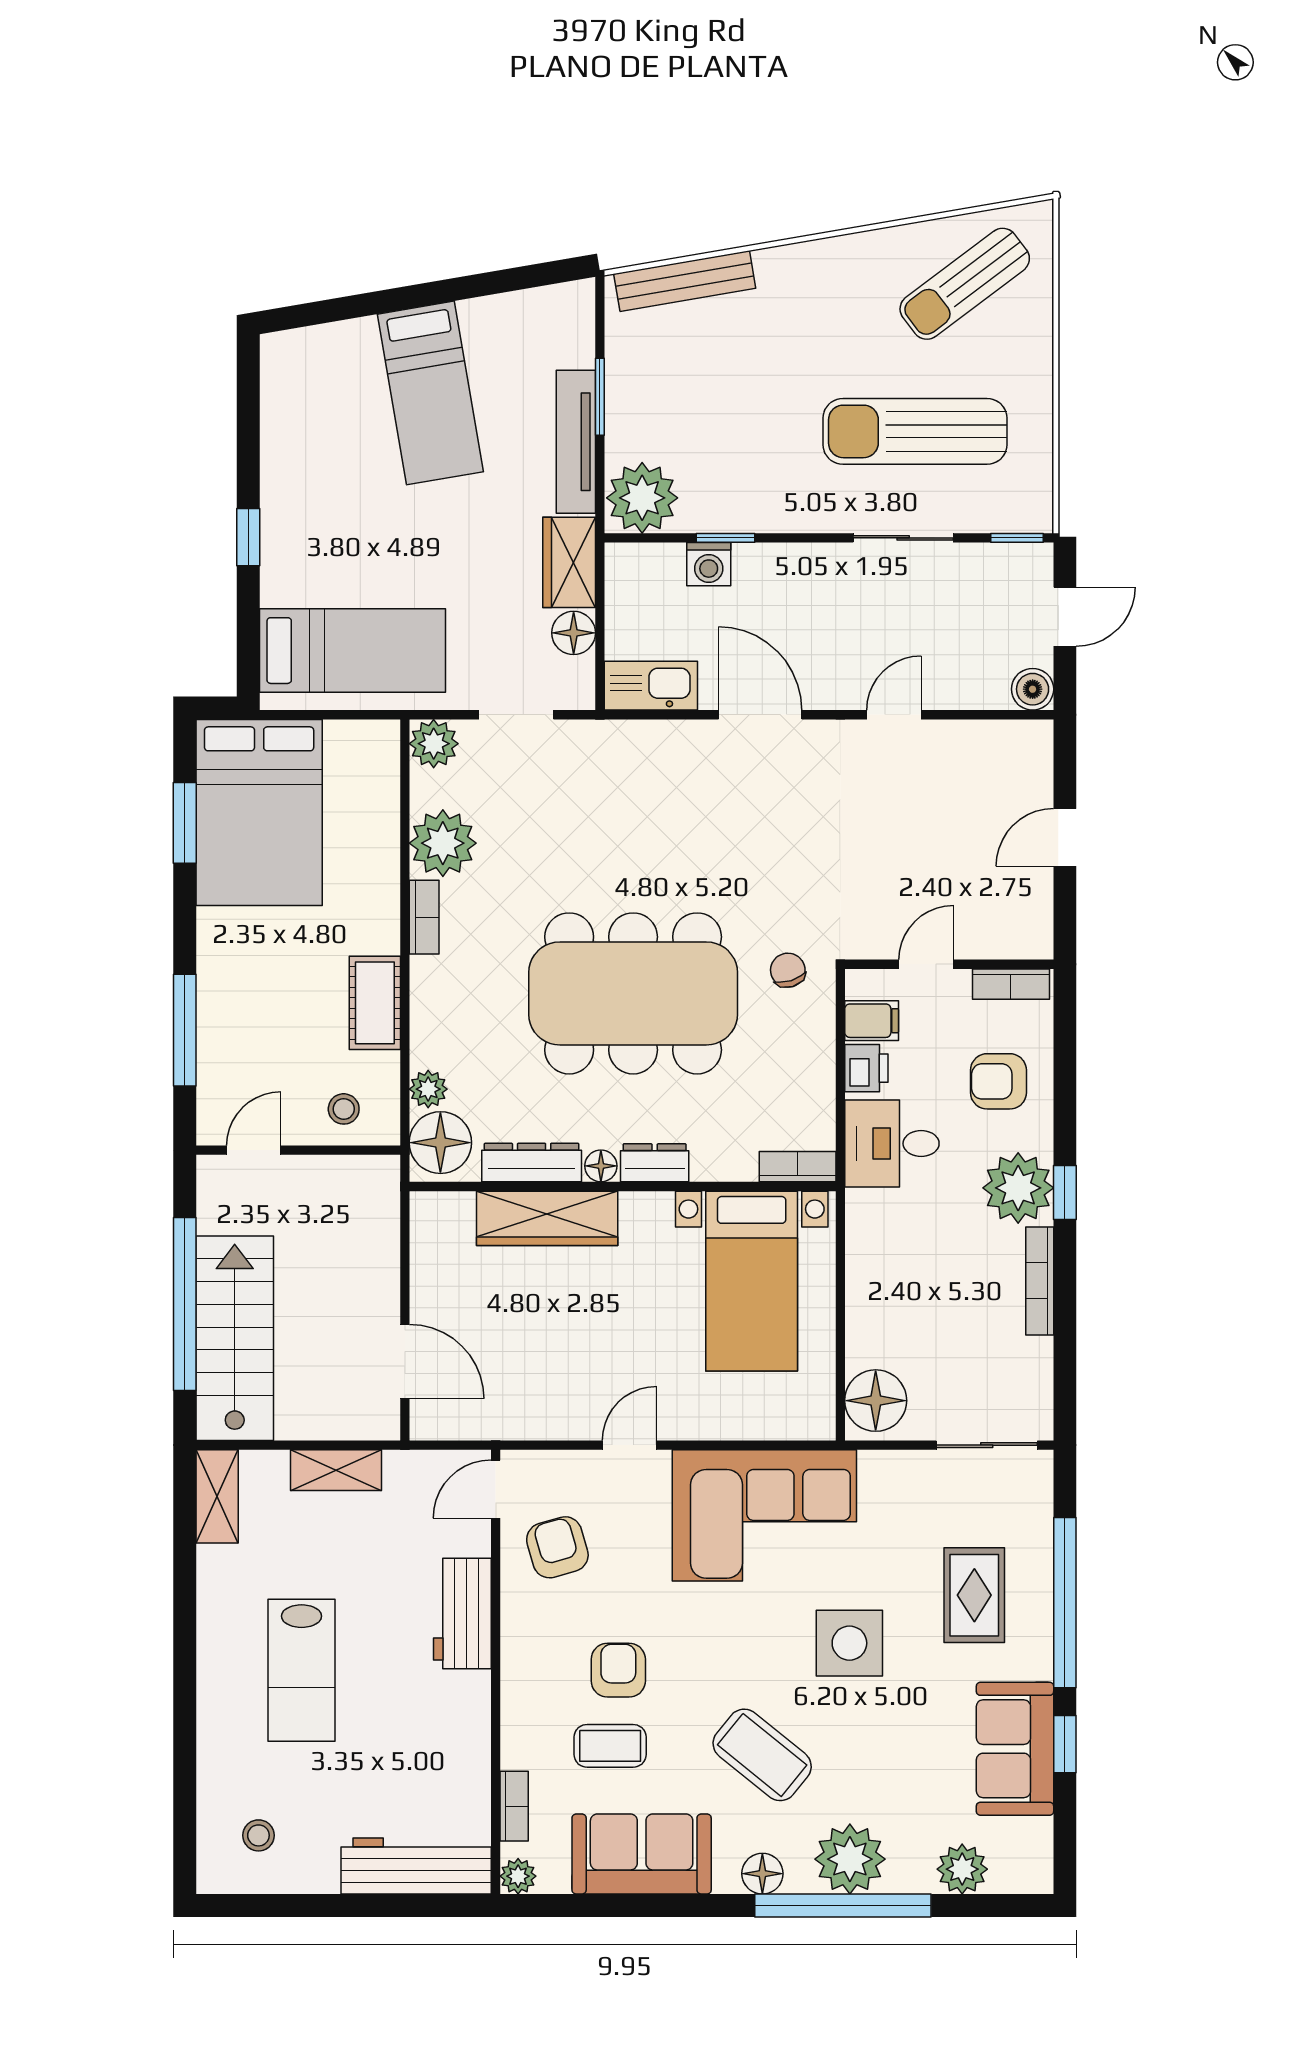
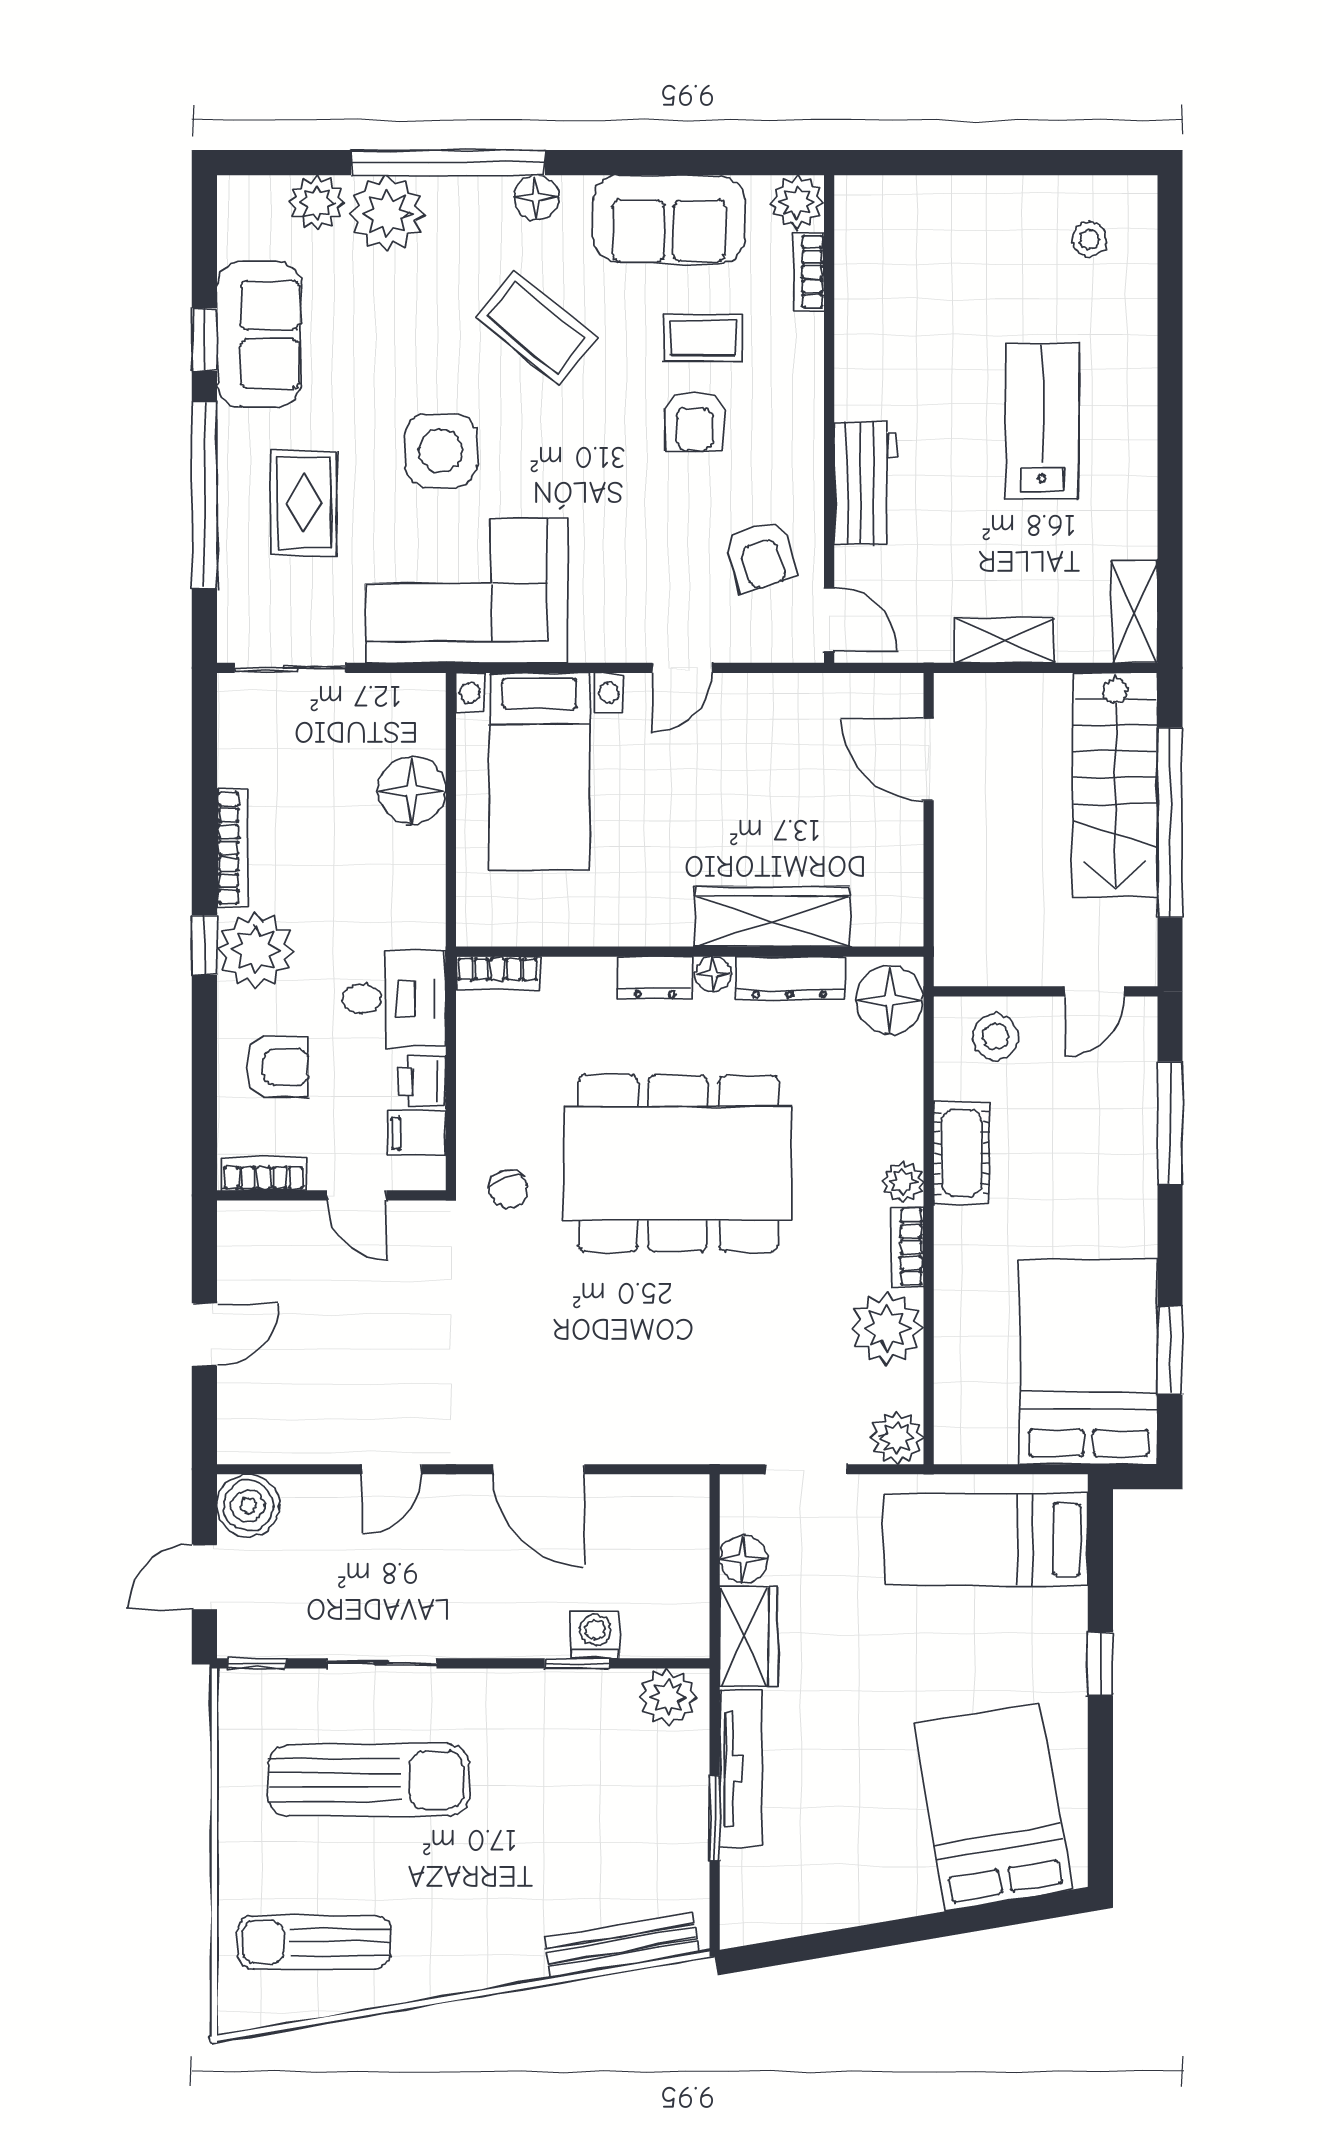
sun lounger: (965, 284) -> (314, 1942), turned -143
bed: (430, 393) -> (992, 1807), moved, width x1.50
plant: (642, 498) -> (668, 1697), width x0.73, depth x0.73
kitchen sink: (651, 686) -> (659, 1501), removed
boiler: (1033, 689) -> (248, 1506), width x1.36, depth x1.36
door: (926, 964) -> (357, 1195), hinge flipped
plant: (428, 1089) -> (903, 1182), moved
stool: (344, 1109) -> (996, 1037), width x1.37, depth x1.37
bed with nightstands: (752, 1281) -> (539, 772), moved, turned 180
floor lamp: (876, 1401) -> (412, 790), moved
door: (496, 1489) -> (829, 620), hinge flipped
corner sofa: (764, 1515) -> (467, 591), moved
plant: (850, 1859) -> (387, 214), moved
workbench: (416, 1866) -> (916, 206), removed
plant: (518, 1876) -> (797, 202), width x1.38, depth x1.38

